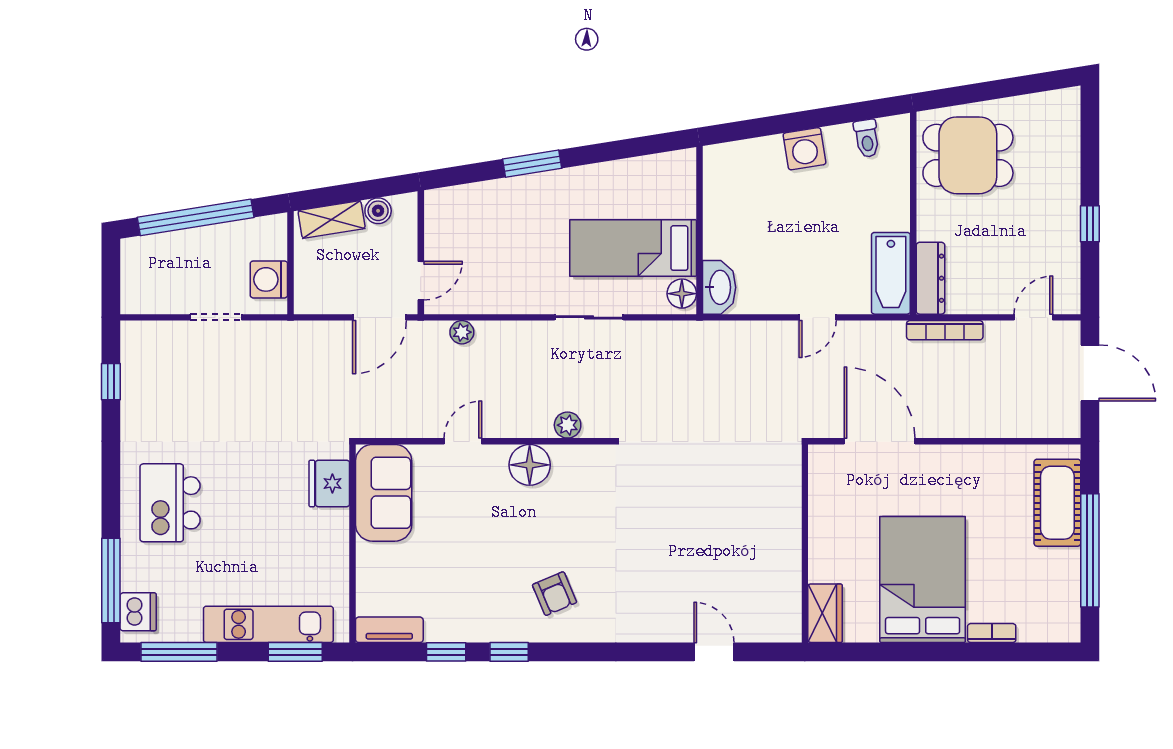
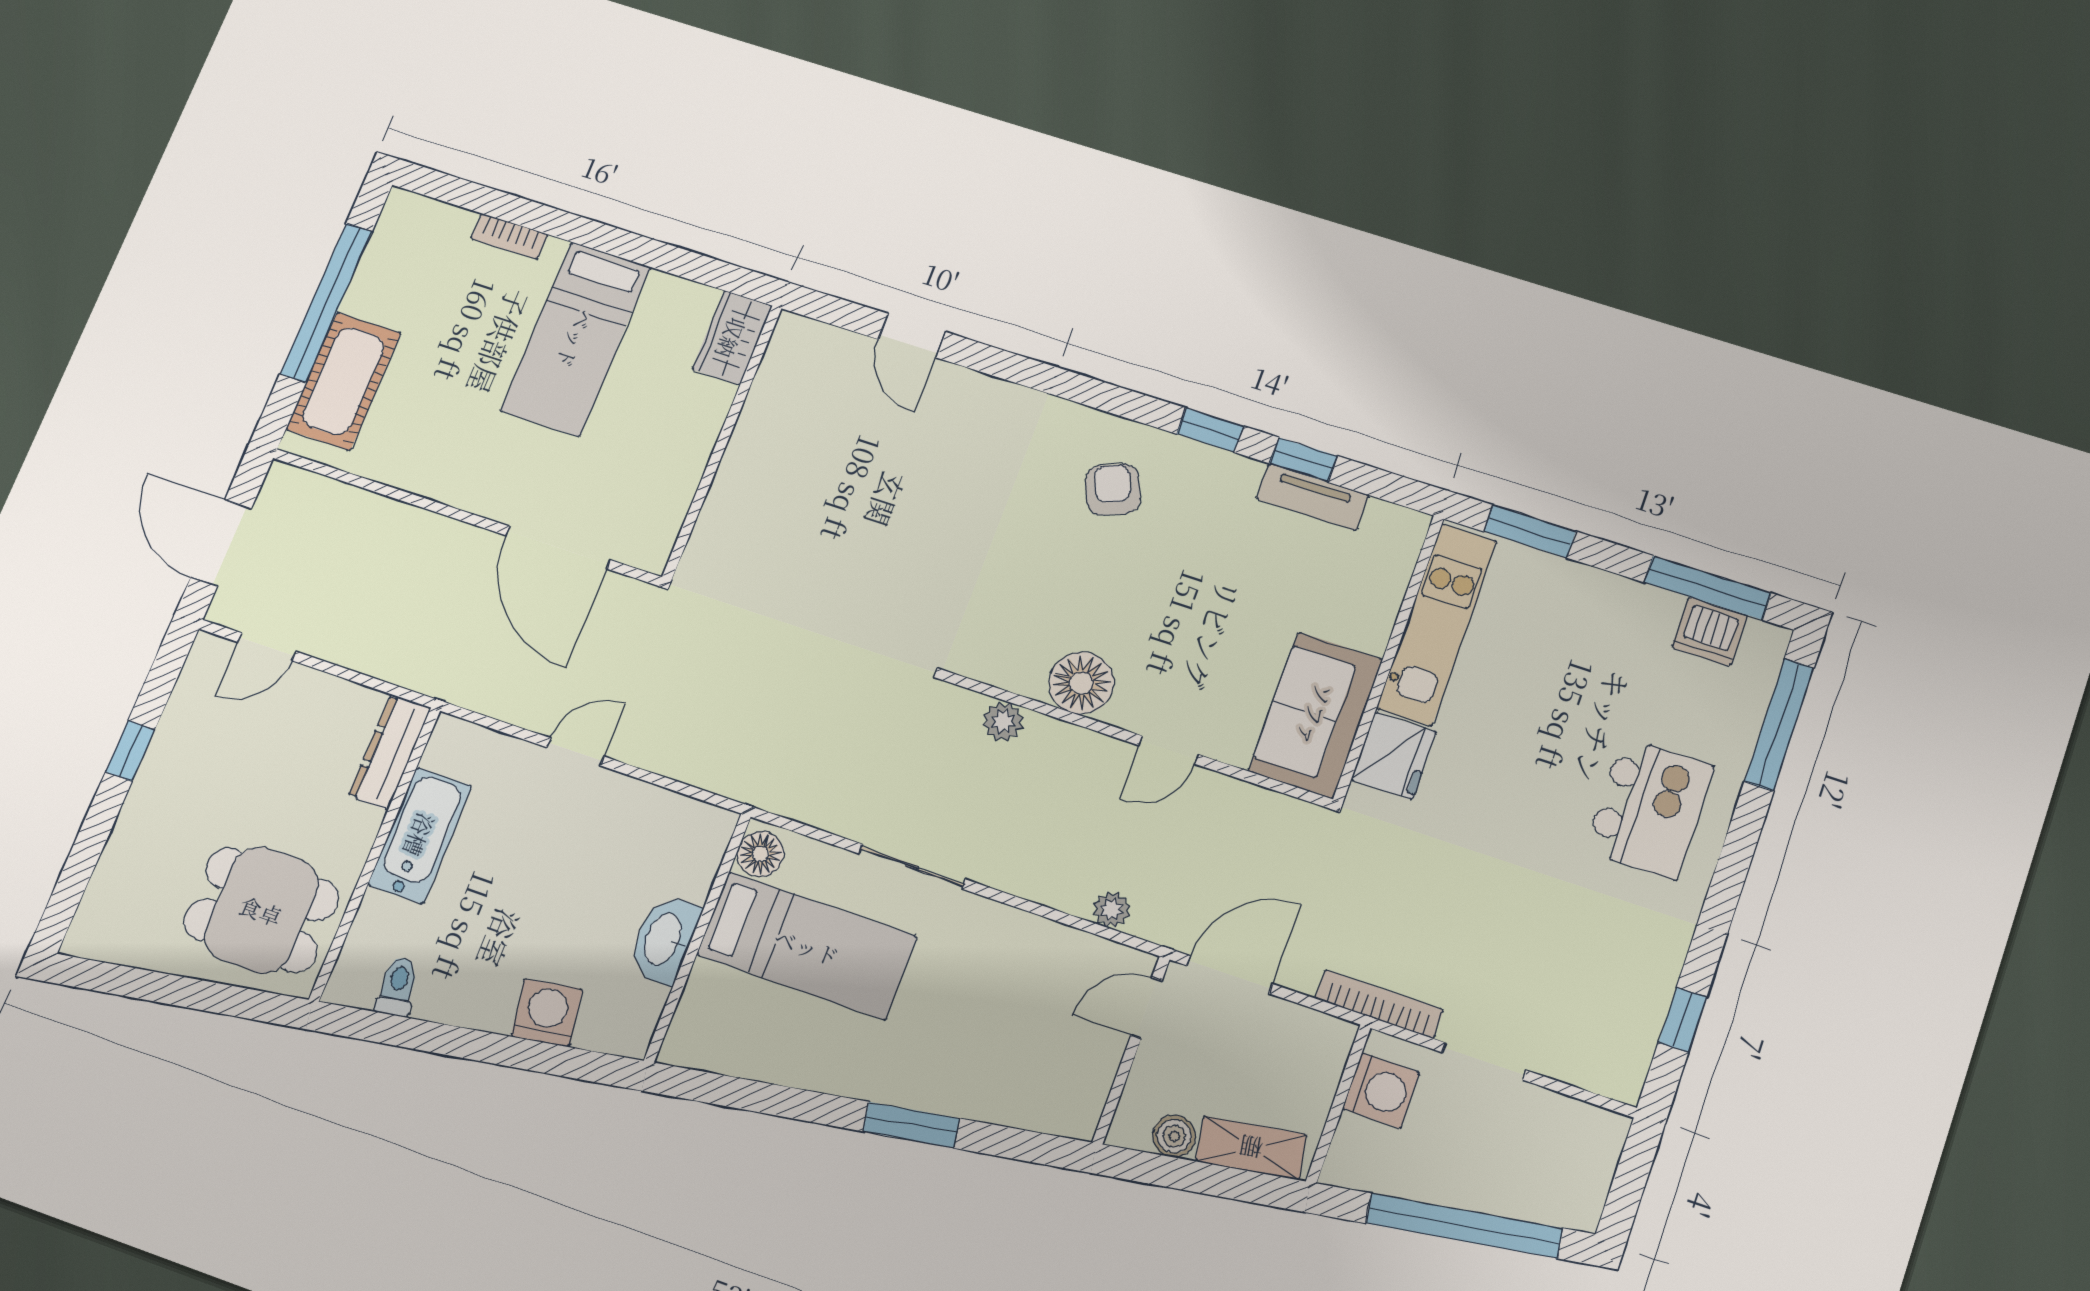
washing machine: (805, 149) -> (547, 1013), moved
bathtub: (891, 273) -> (420, 835), moved
washbasin: (719, 287) -> (664, 939), moved
bookcase: (945, 330) -> (1379, 1004), moved
bed: (923, 580) -> (576, 339), width x0.67
dishwasher: (138, 612) -> (1710, 631), moved, turned -90
kitchen unit: (268, 624) -> (1437, 624), moved, turned -90
tv unit: (389, 630) -> (1312, 497), moved

